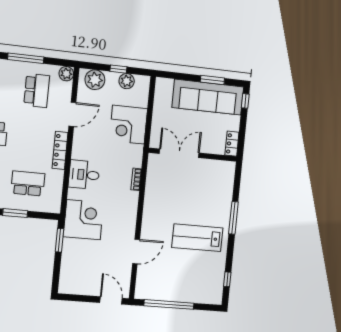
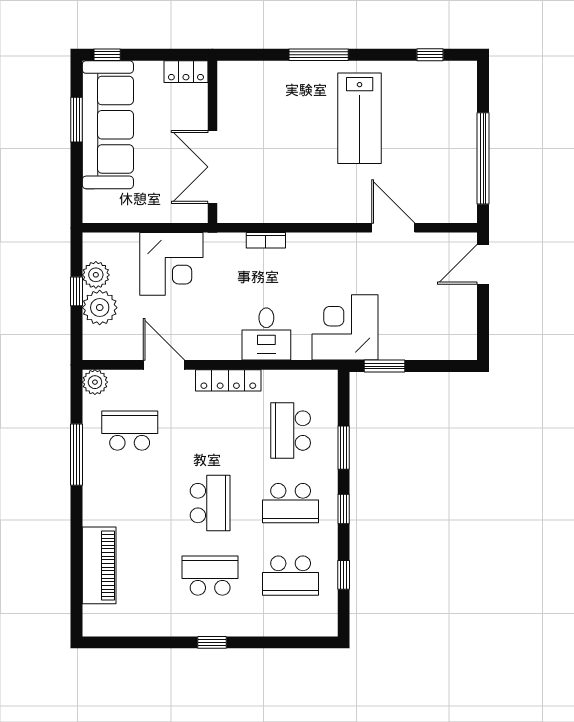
plant: (95, 80) -> (100, 308), moved

